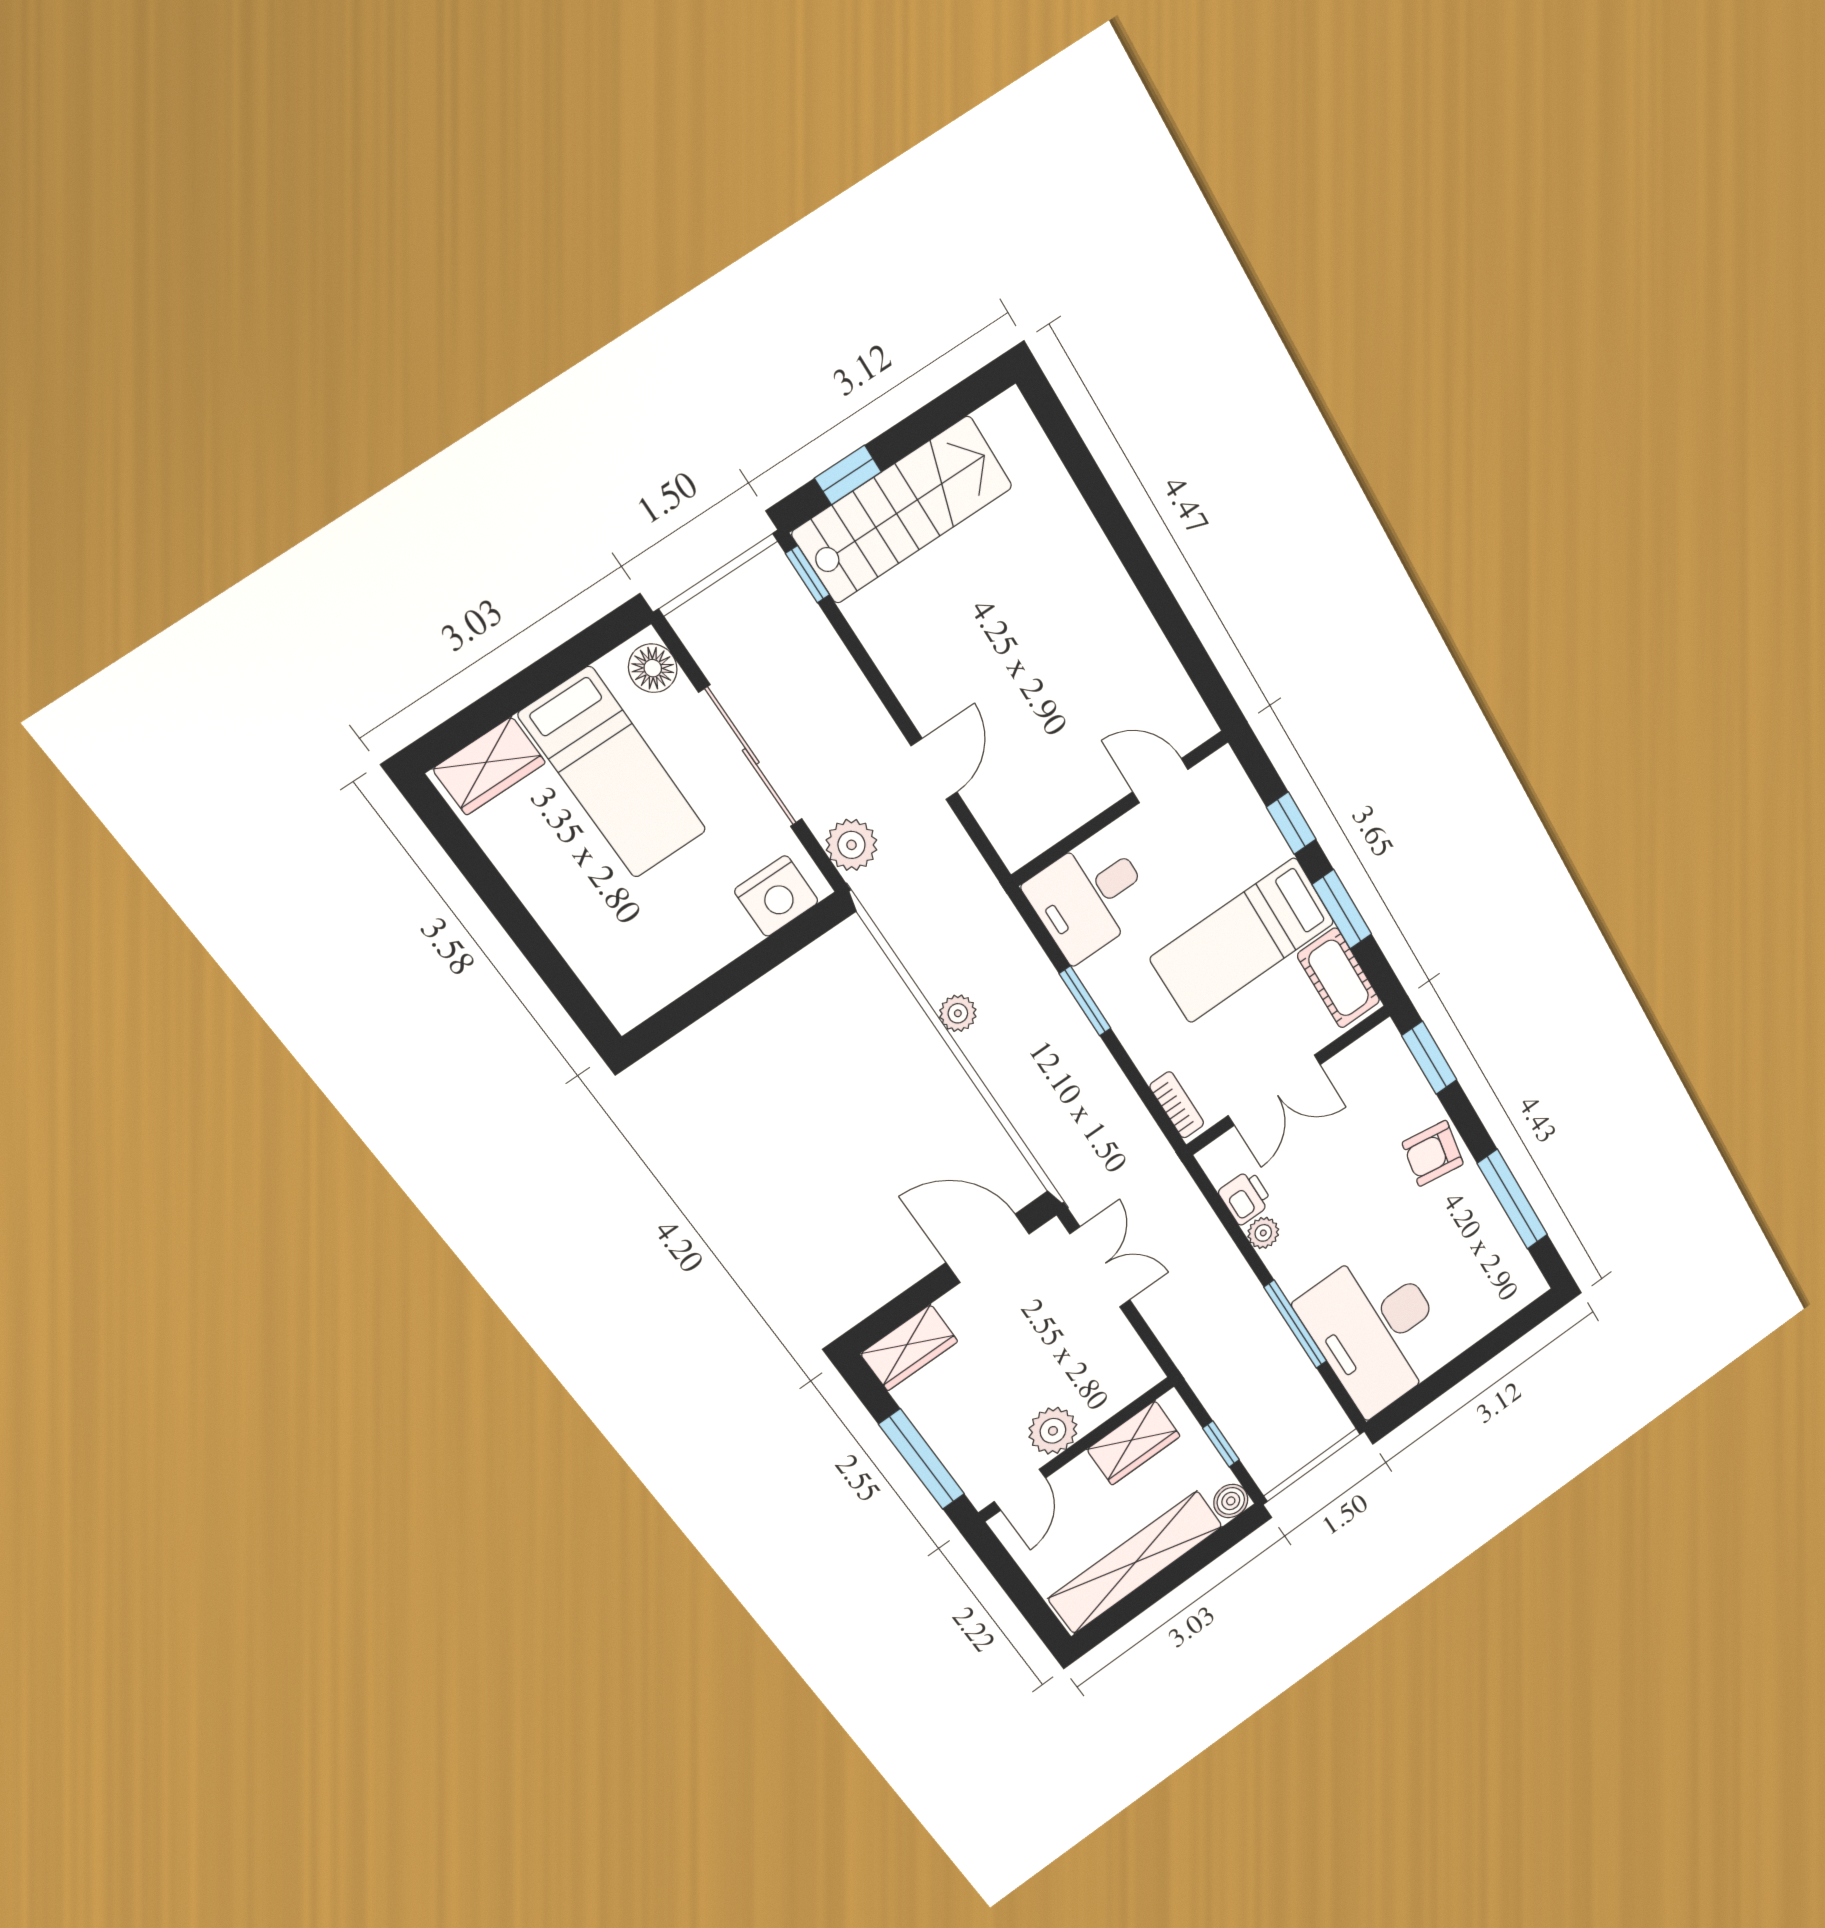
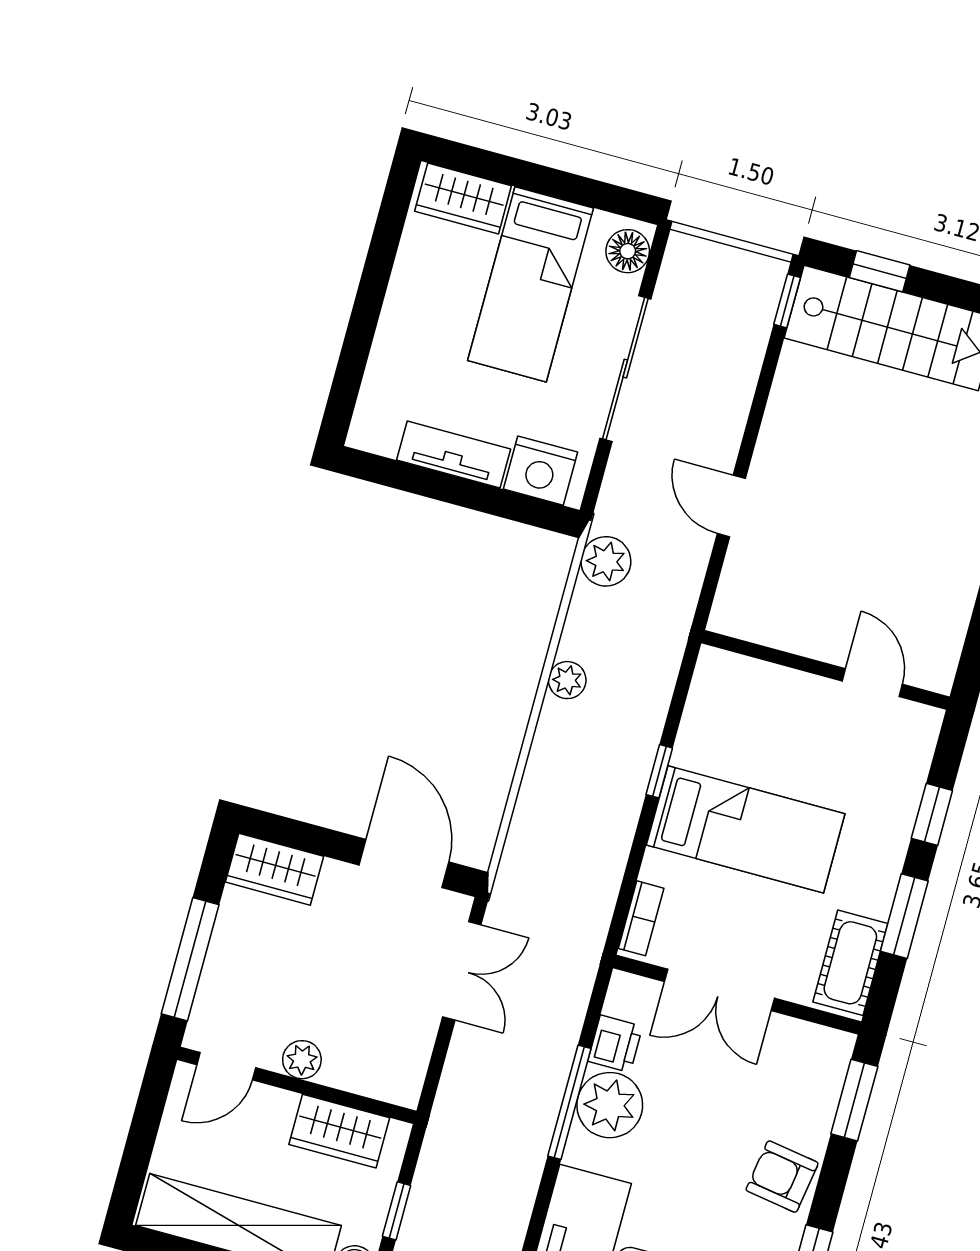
door: (934, 769) -> (731, 506), swing flipped
plant: (851, 845) -> (606, 561), moved
desk: (1089, 897) -> (740, 705), removed
bed: (1242, 940) -> (746, 829), moved, turned 180
tv unit: (704, 954) -> (454, 455), added
window: (1085, 1001) -> (659, 771), width x0.67
plant: (1263, 1233) -> (610, 1105), width x1.88, depth x1.88
window: (1295, 1324) -> (569, 1102), moved
plant: (1053, 1431) -> (302, 1060), width x0.73, depth x0.73

